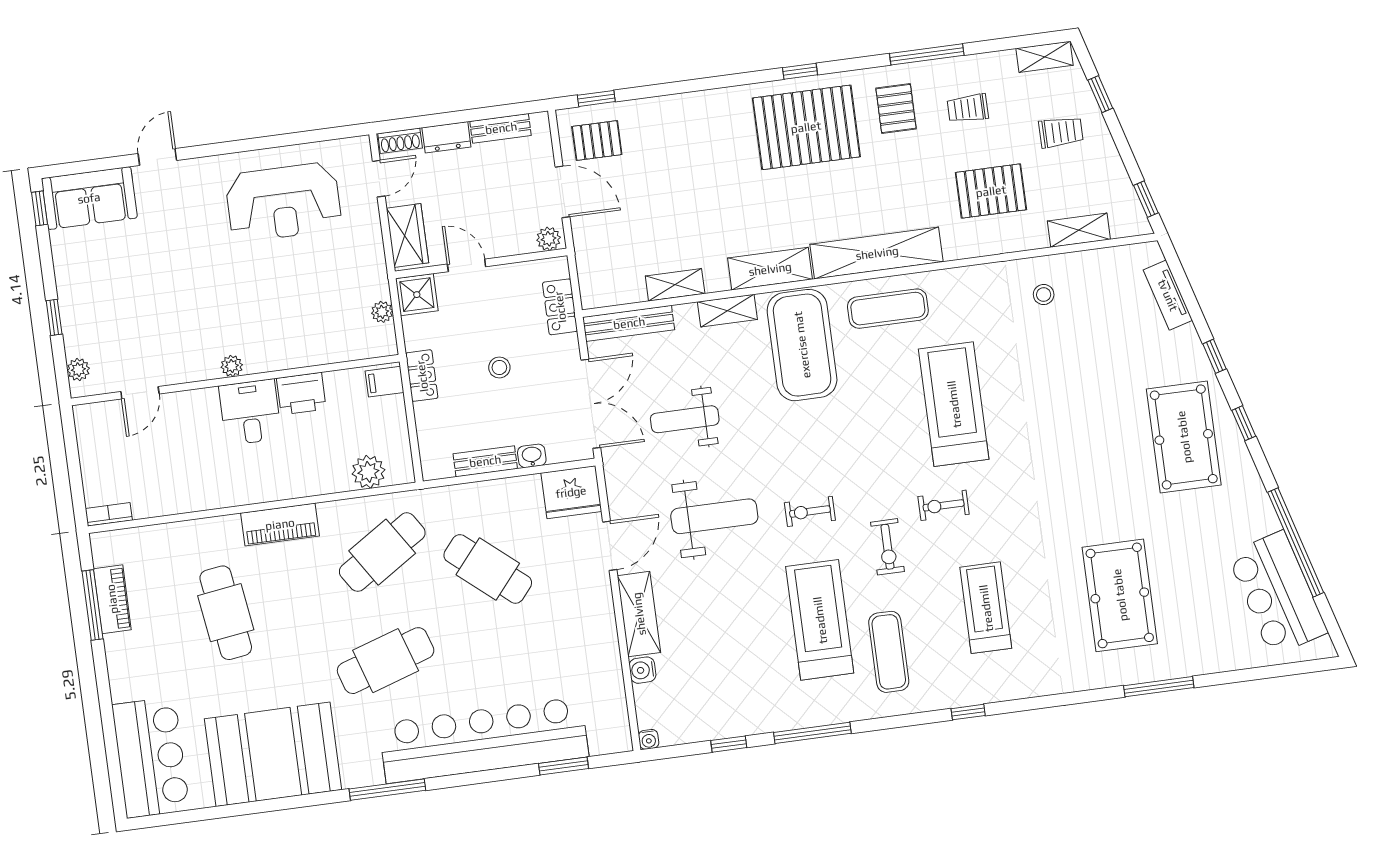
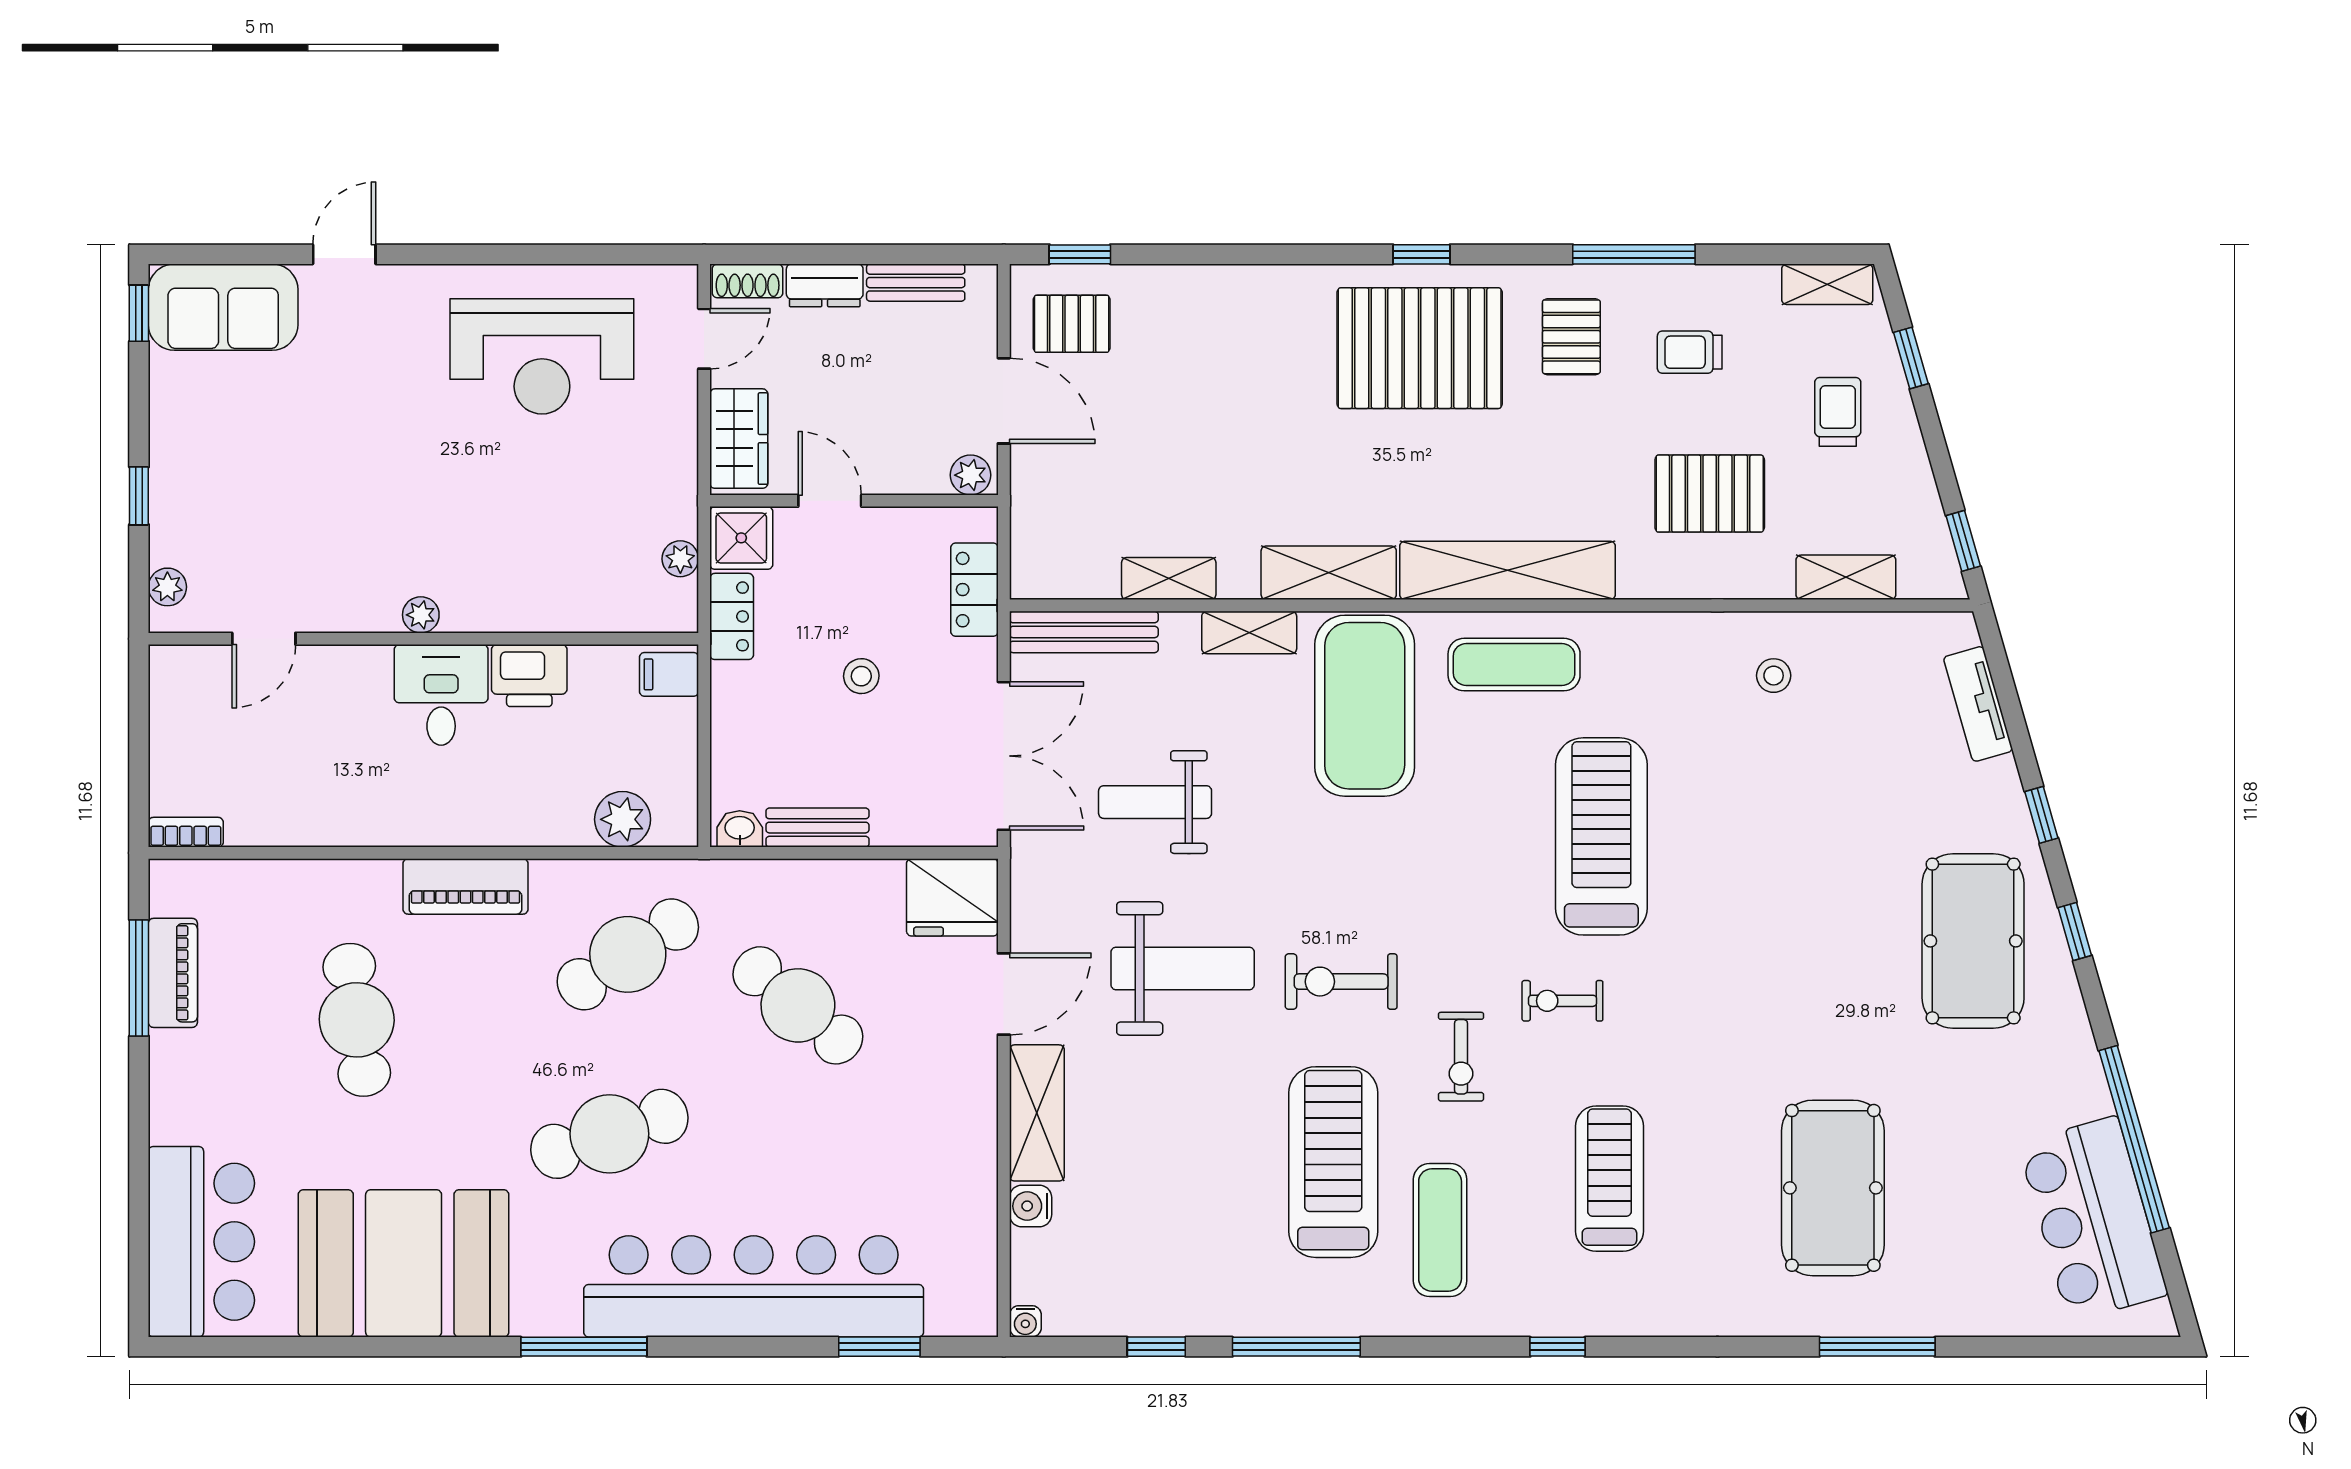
trolley: (1061, 132) -> (1838, 412), turned -90
locker: (422, 376) -> (732, 616), moved
washbasin: (532, 456) -> (740, 829), moved
exercise bike: (810, 511) -> (1341, 982), width x1.38, depth x1.39

